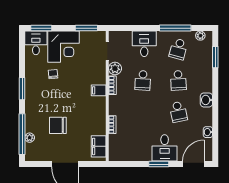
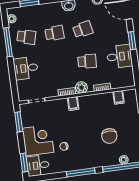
plant: (115, 69) -> (81, 87), moved
school desk: (143, 80) -> (87, 61), moved
window: (22, 89) -> (81, 172), width x1.44
filing cabinet: (99, 146) -> (119, 97), width x0.50
desk: (165, 148) -> (119, 56), moved

